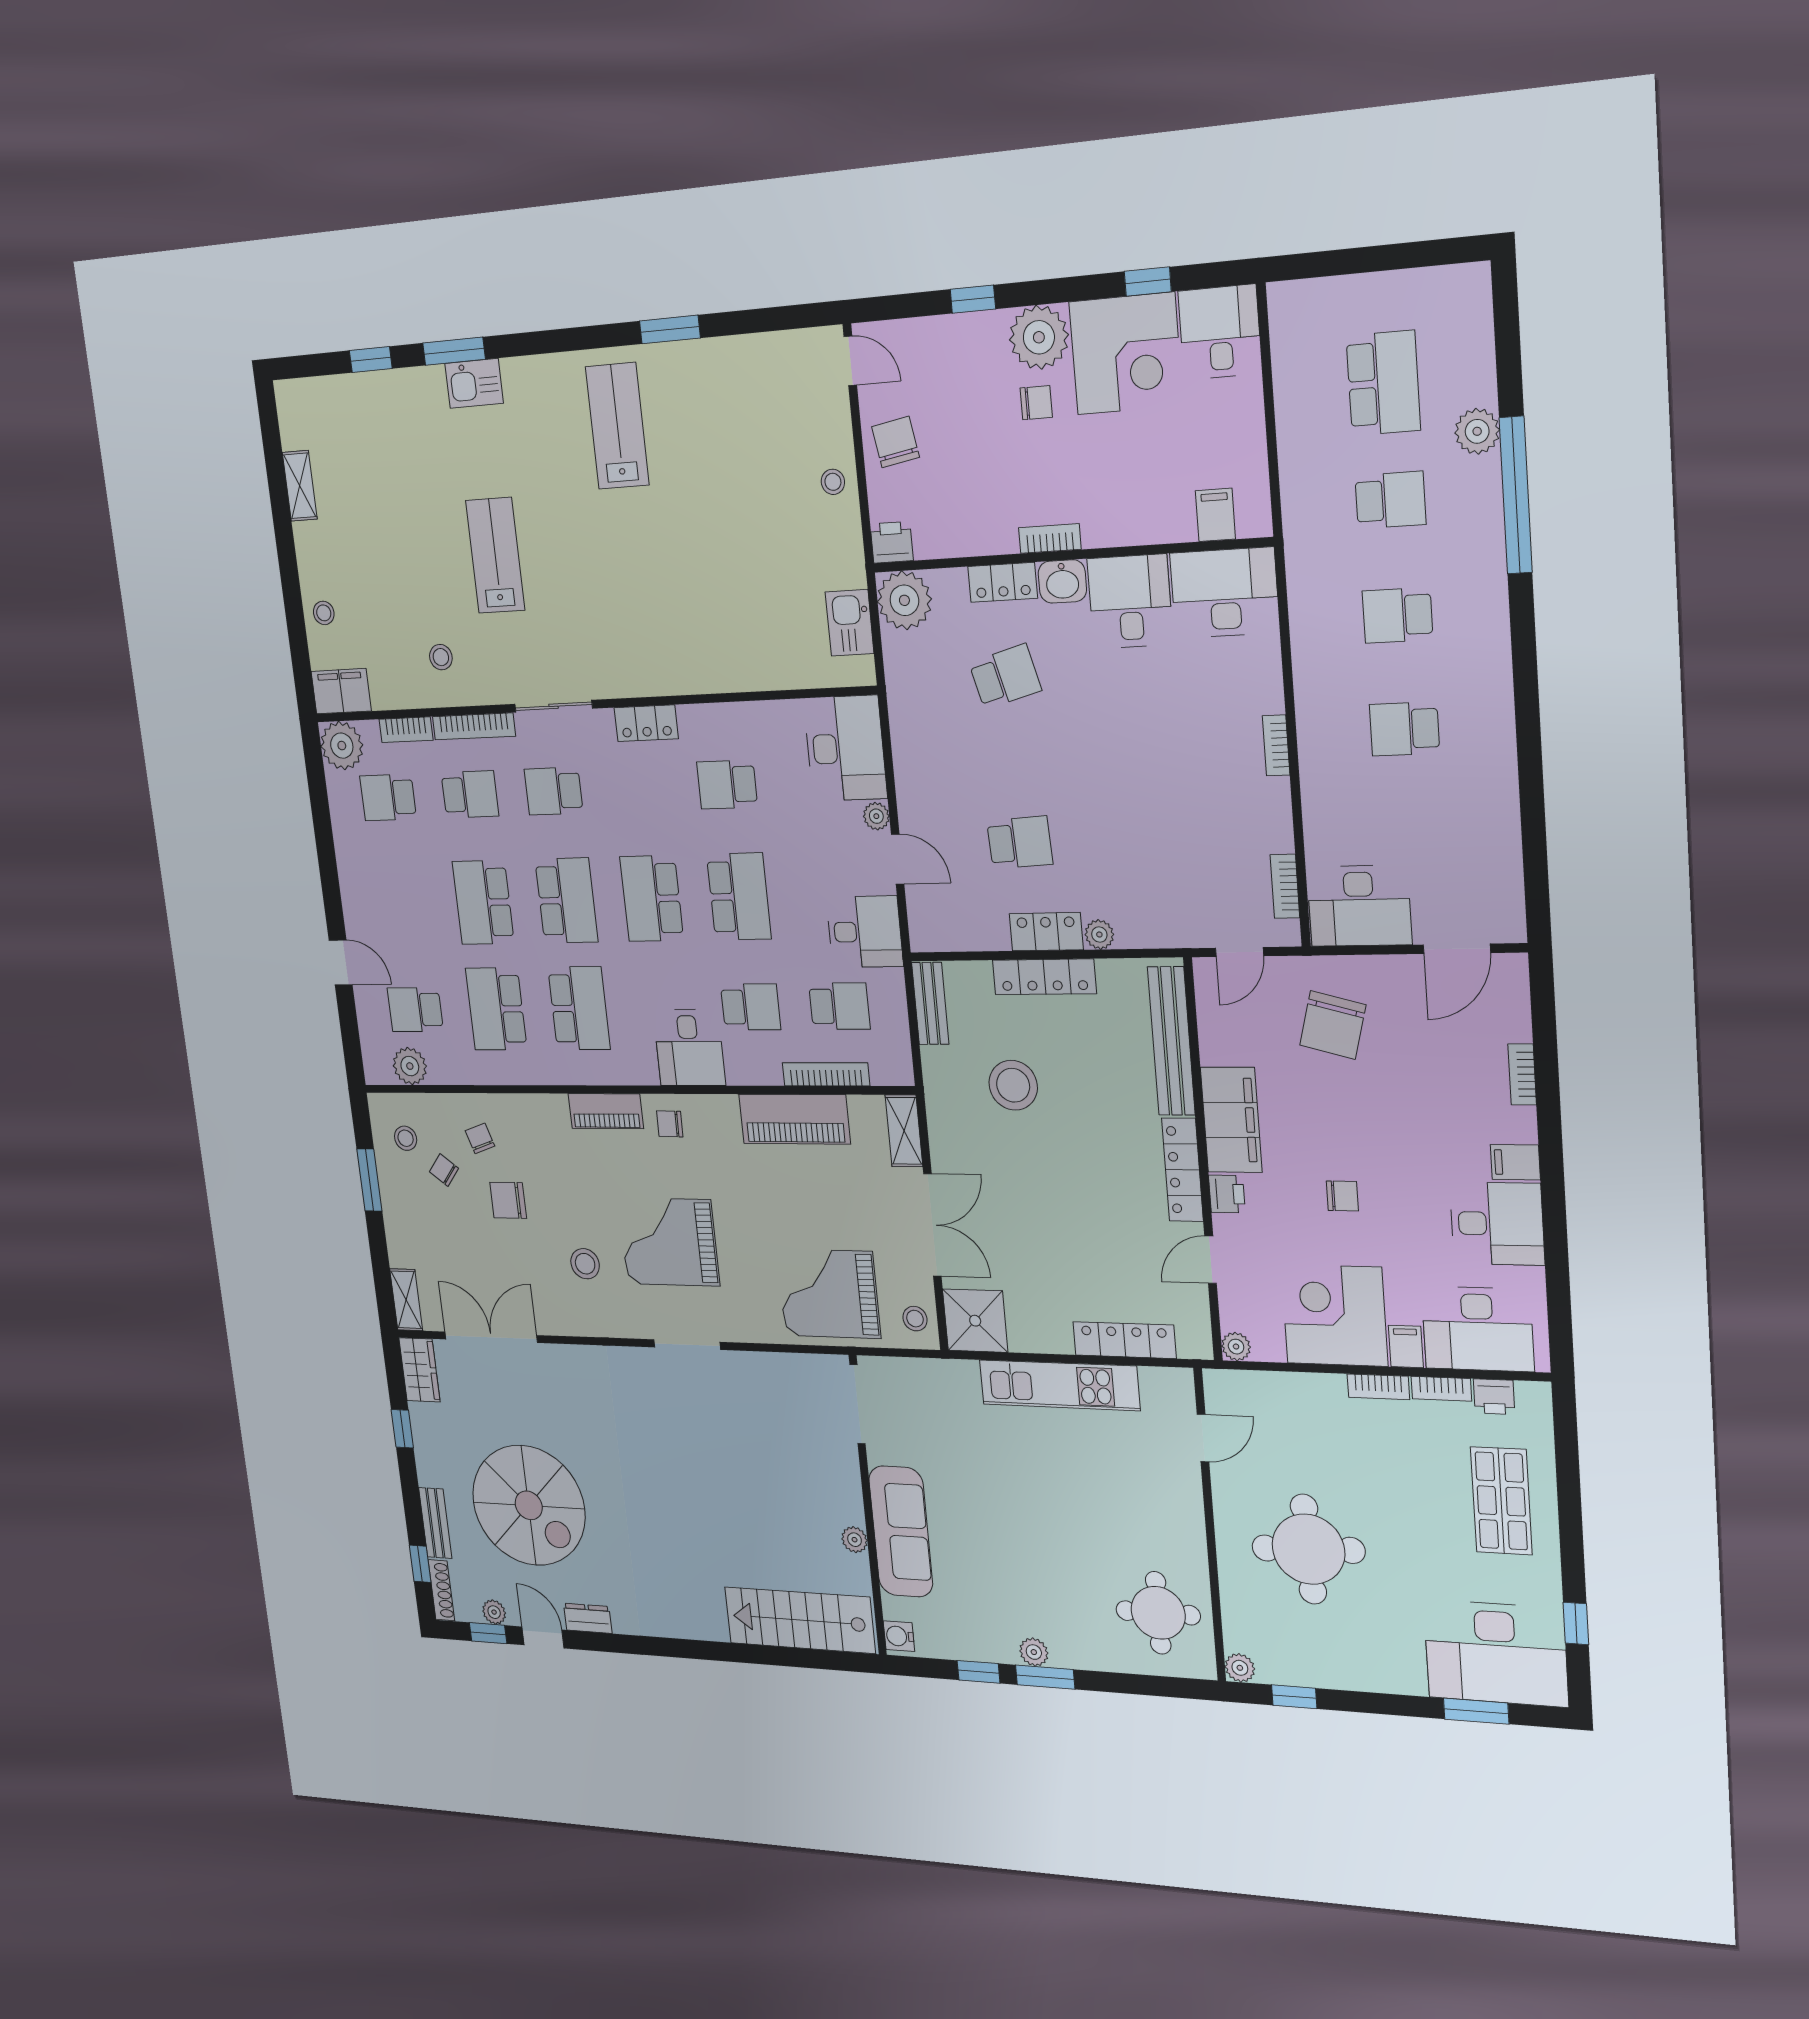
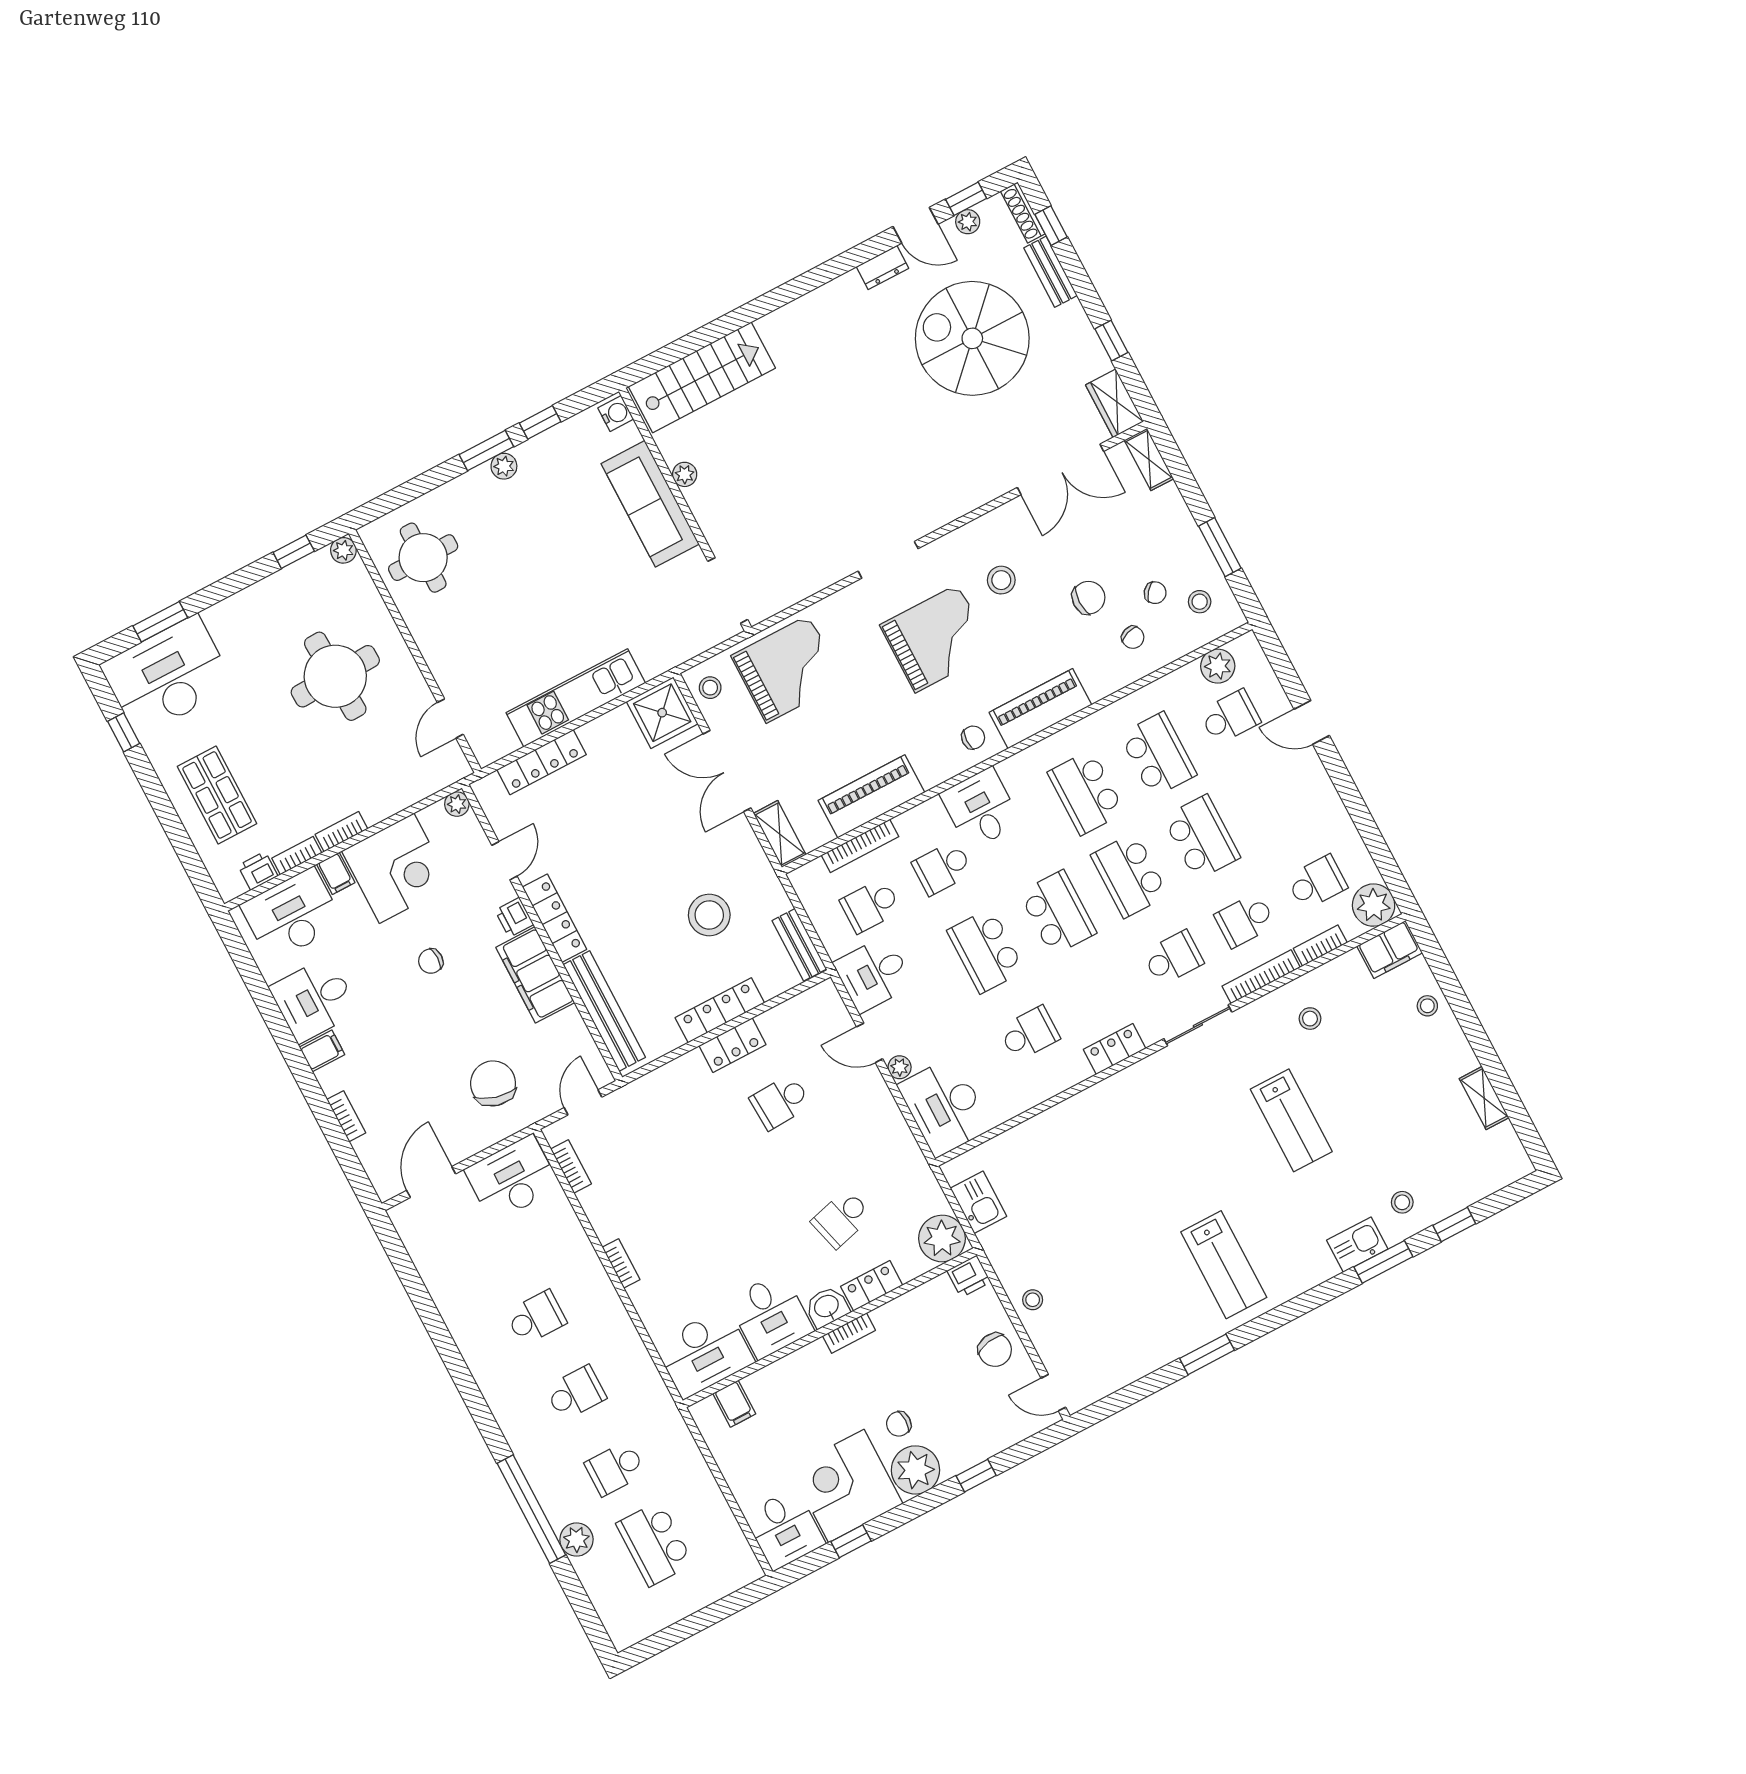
stool: (414, 410) -> (1402, 1202), added
plant: (1099, 935) -> (692, 1063), removed
piano: (606, 1111) -> (1040, 709), width x1.37, depth x1.33

